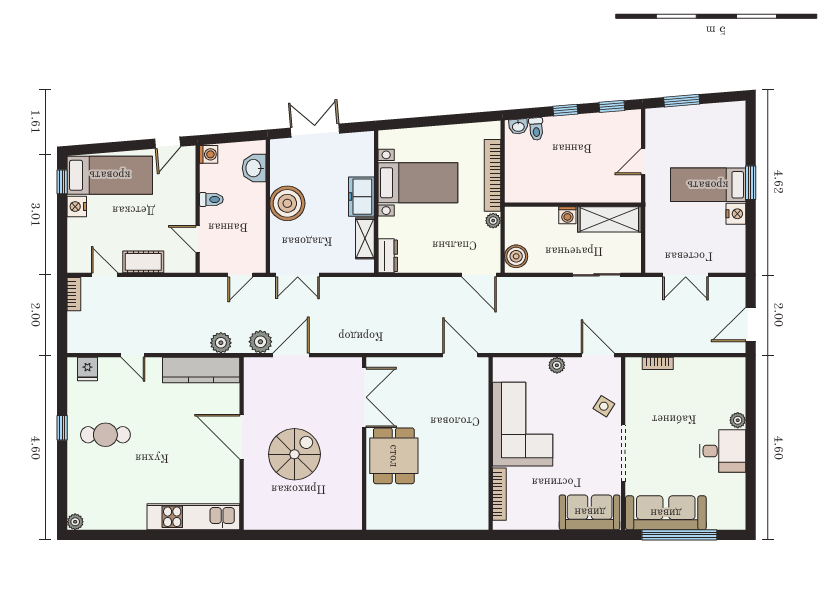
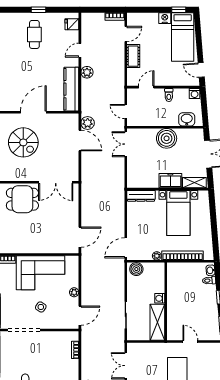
shelving: (365, 238) -> (194, 183), moved
dresser: (388, 256) -> (141, 196), width x1.44
plant: (221, 343) -> (87, 72), moved
side table: (604, 406) -> (41, 307), moved

